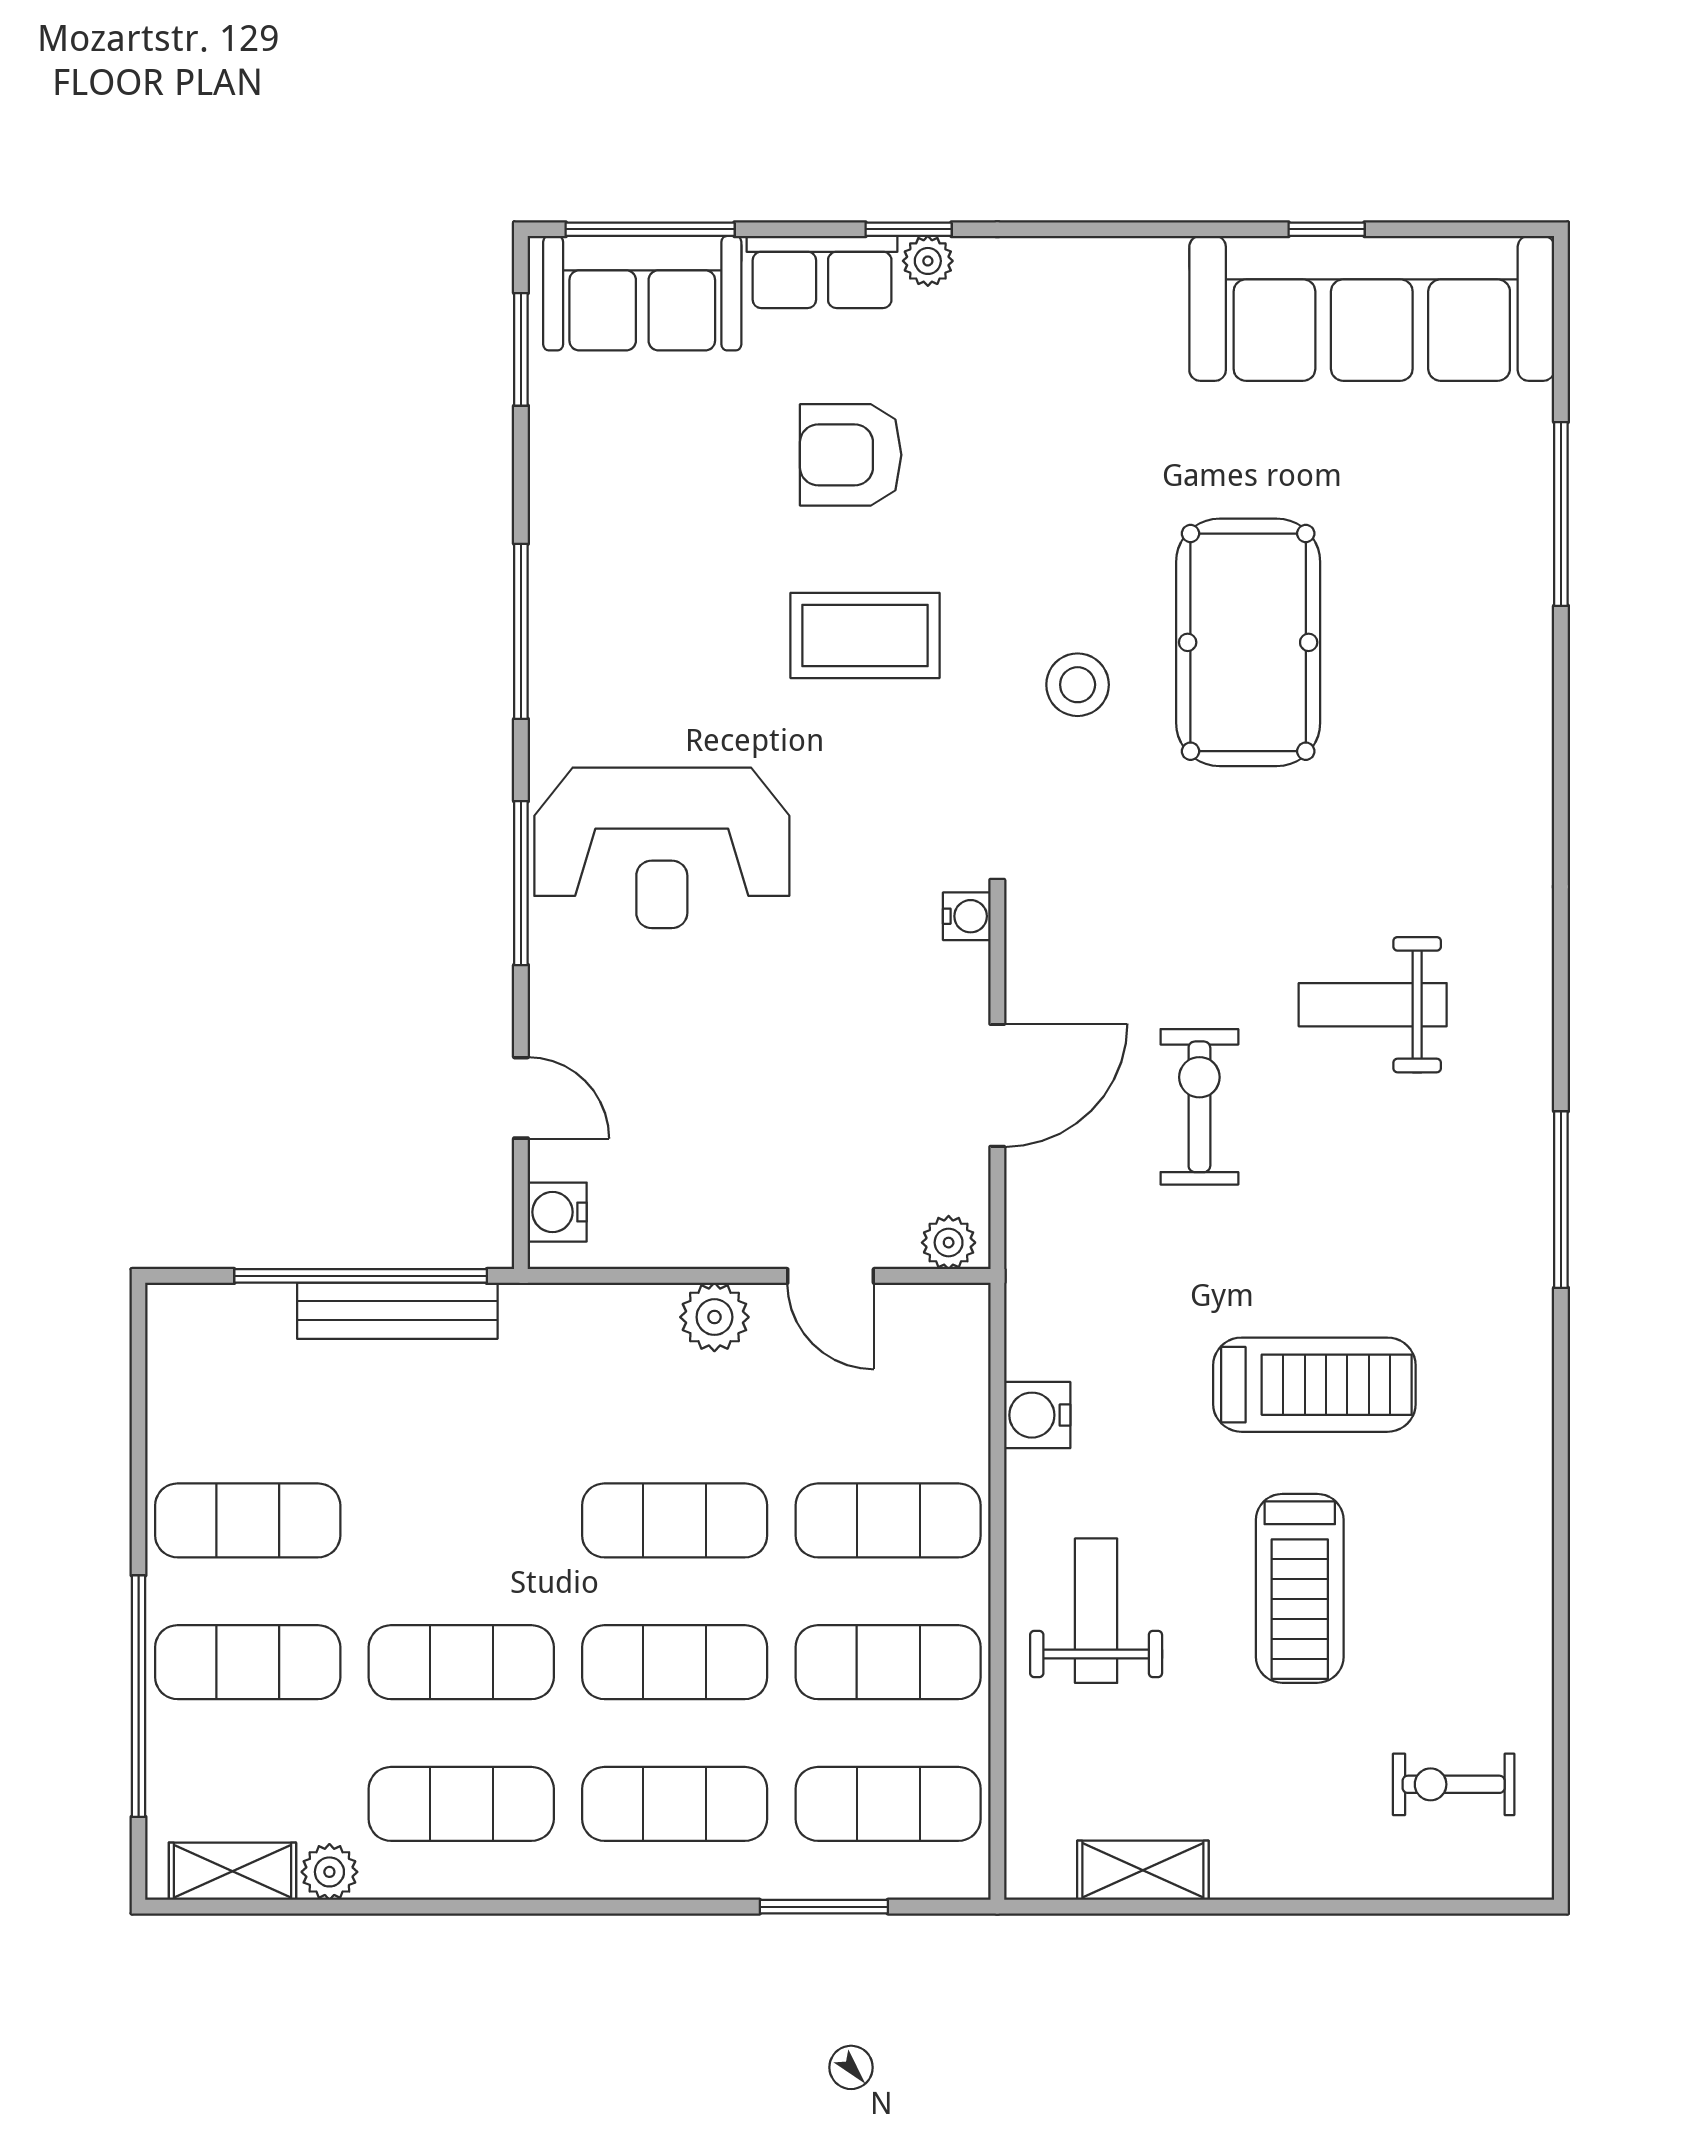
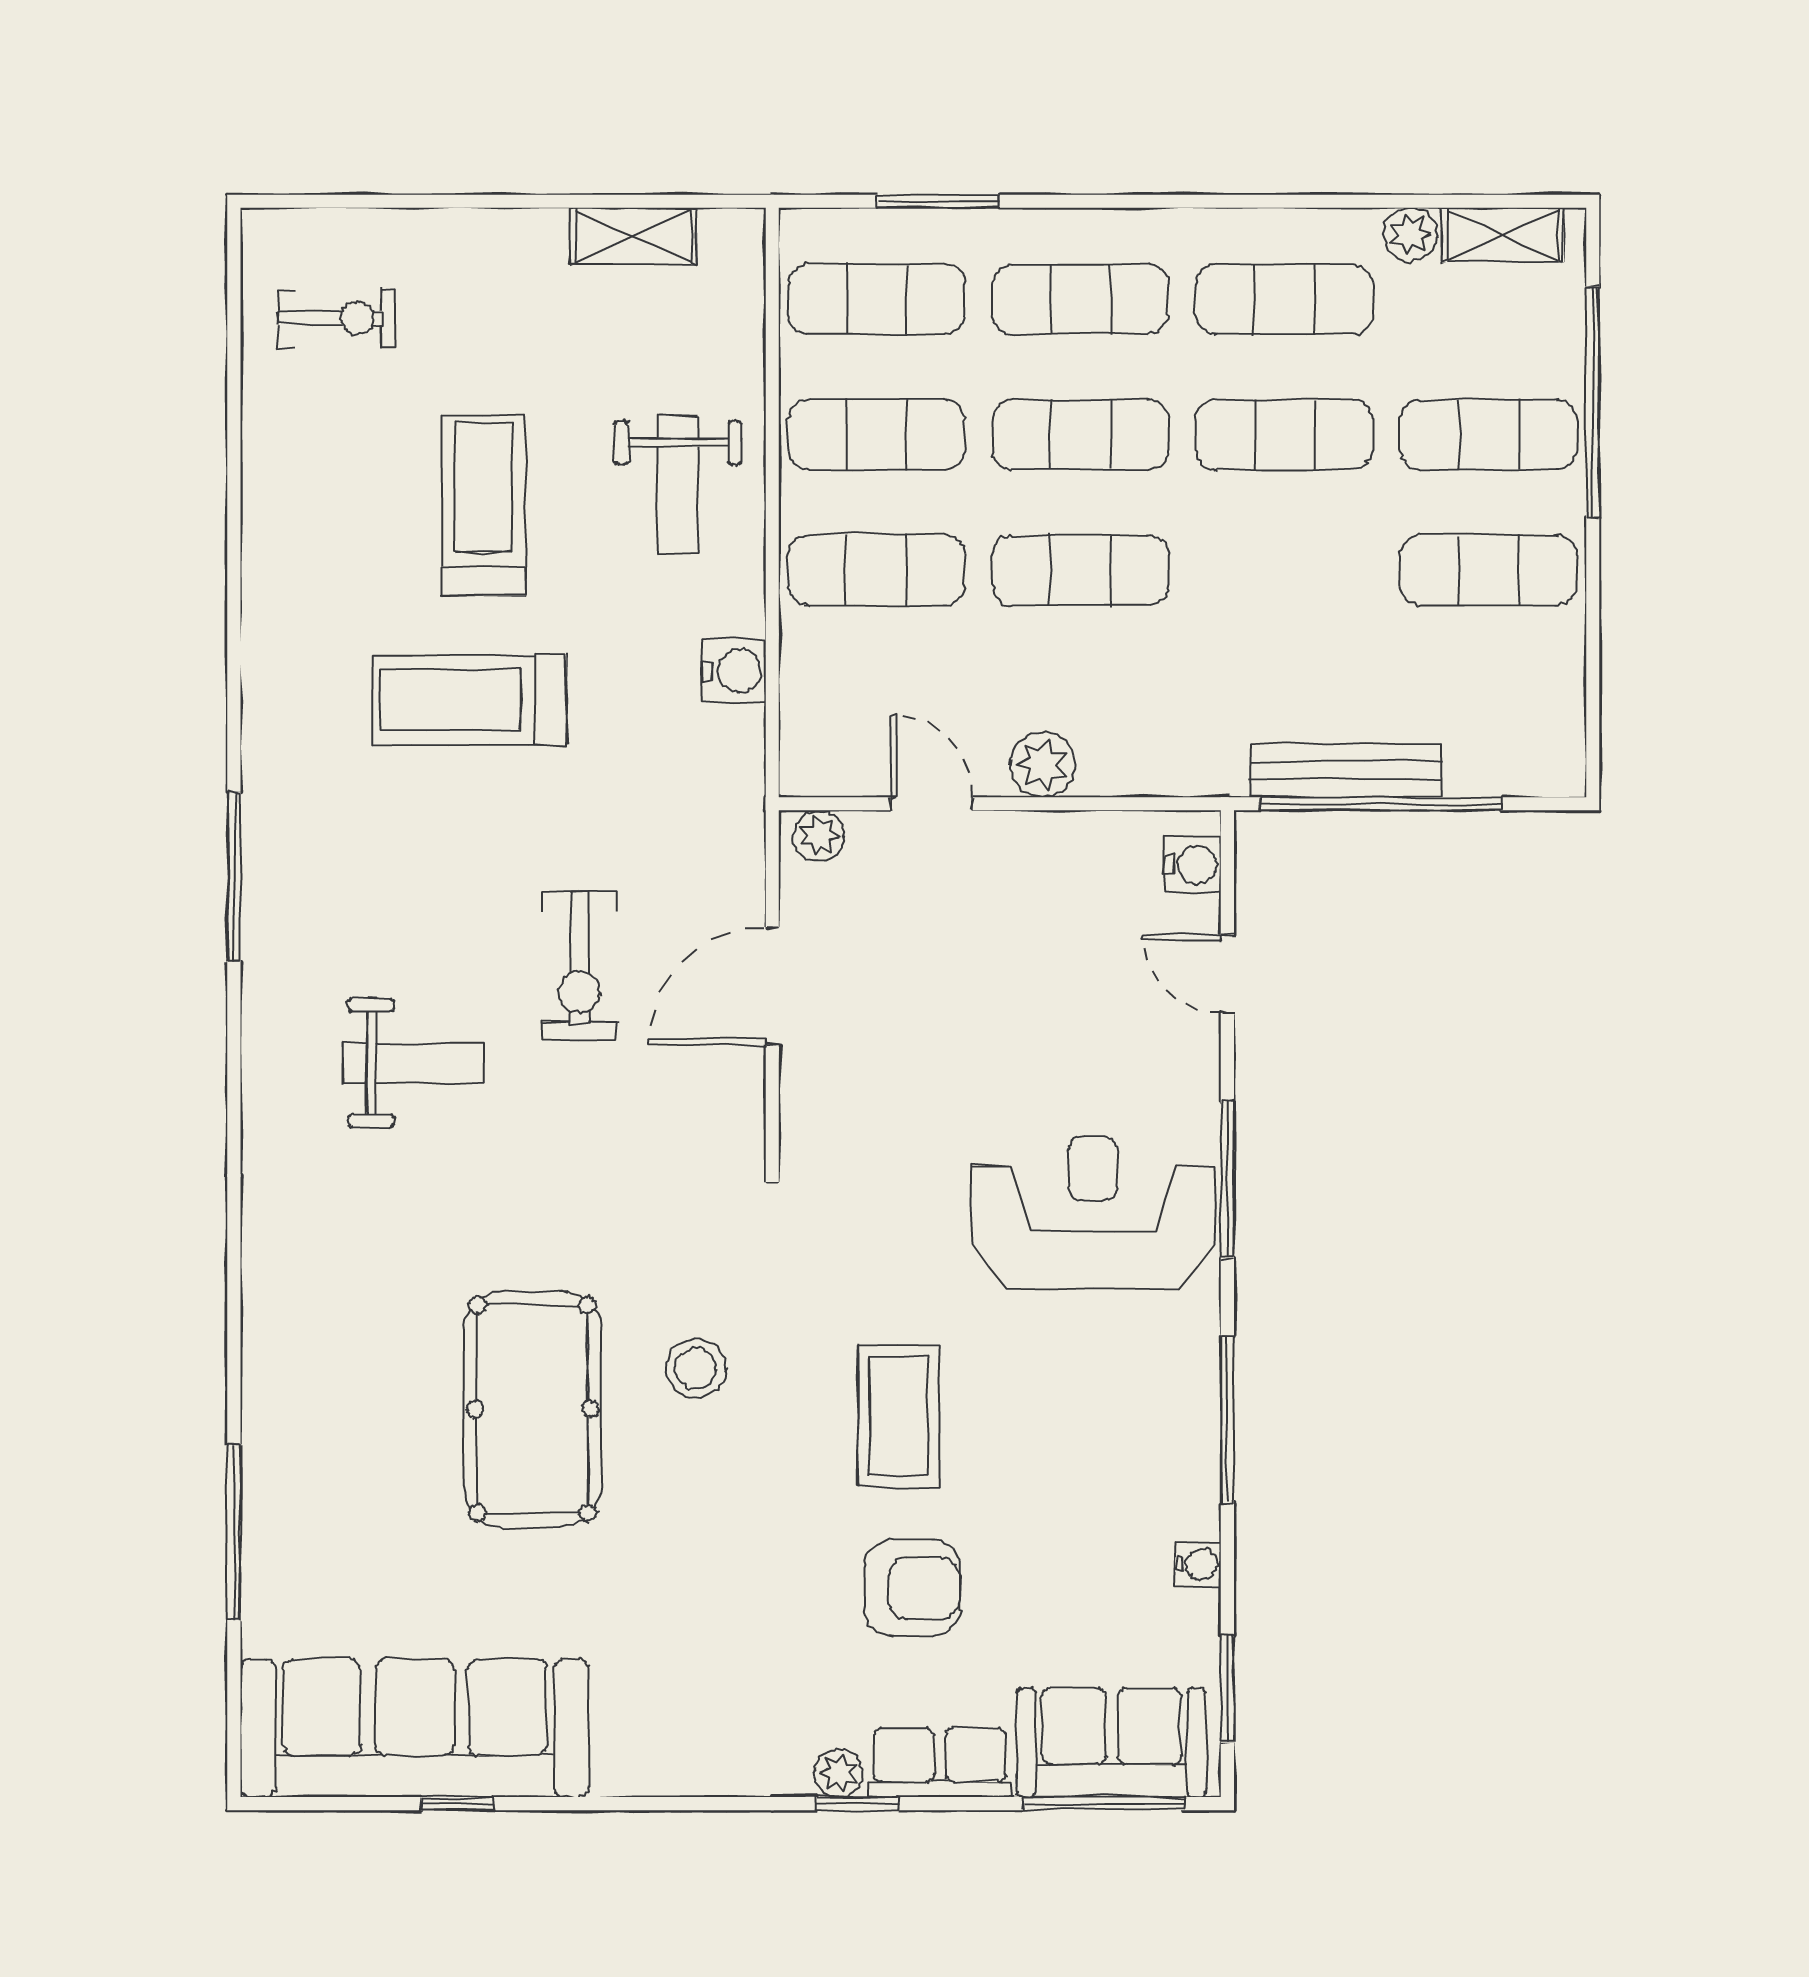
coffee table: (865, 635) -> (899, 1416), turned 90
water cooler: (967, 916) -> (1198, 1565), moved, turned 180

